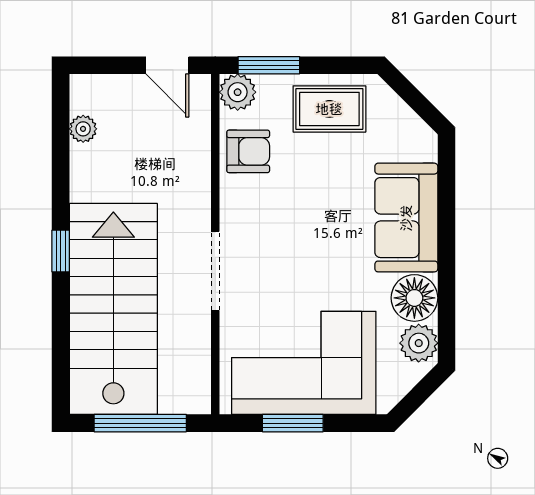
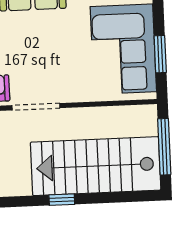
doorway: (215, 271) -> (36, 107), moved

